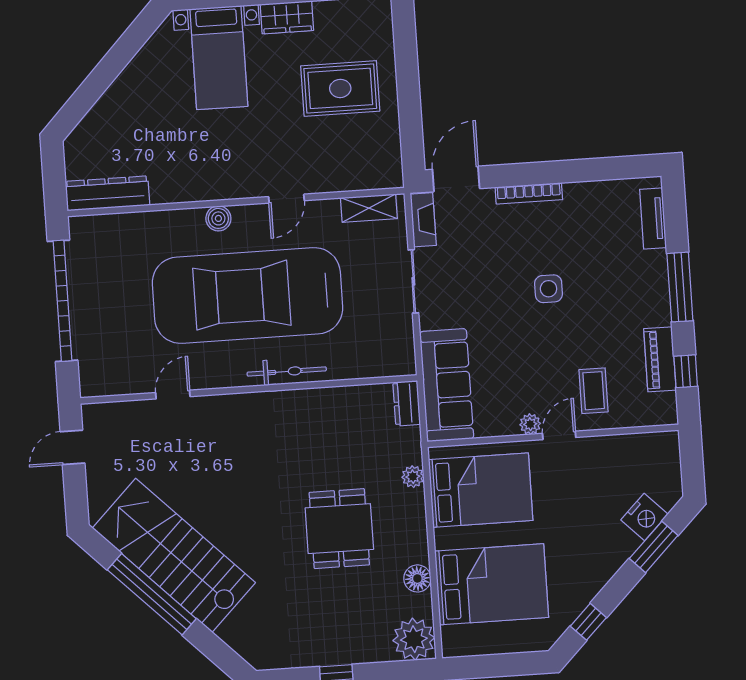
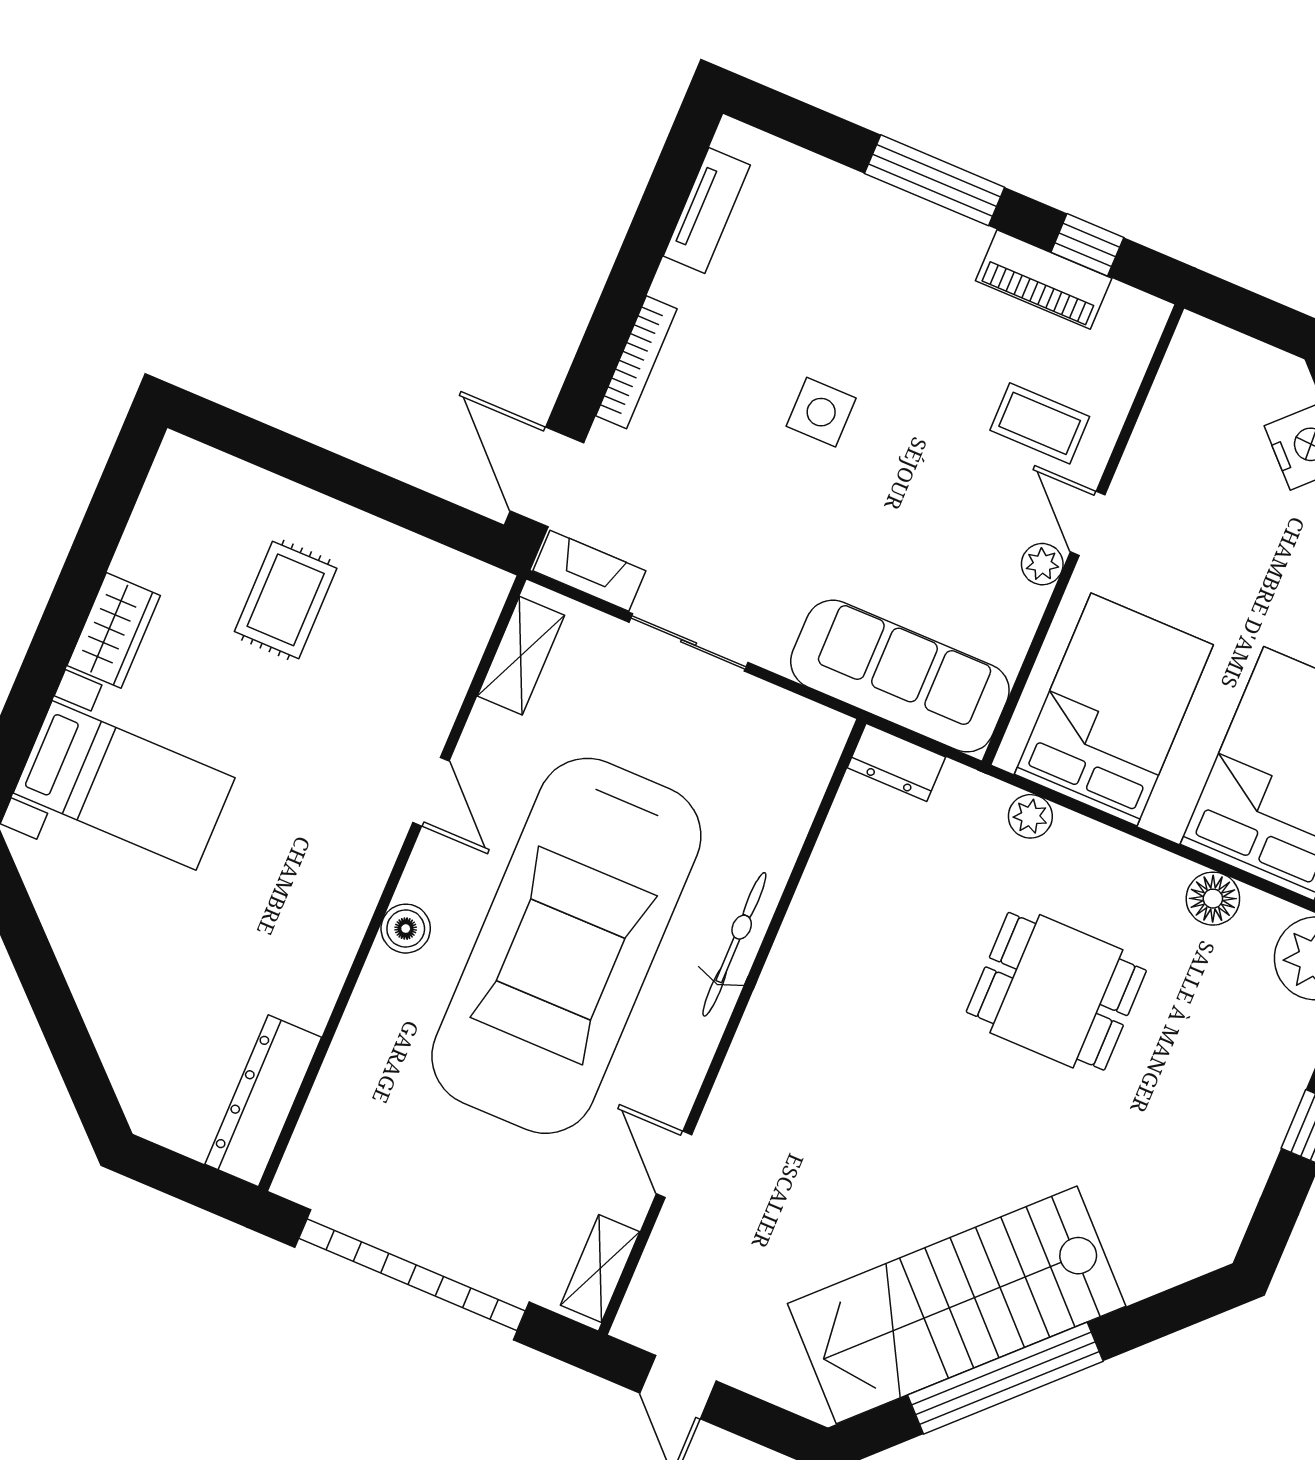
rug: (340, 88) -> (286, 600), width x0.73, depth x0.70
tv unit: (653, 218) -> (707, 211), moved, turned -90
shelving: (109, 385) -> (600, 1268), added

